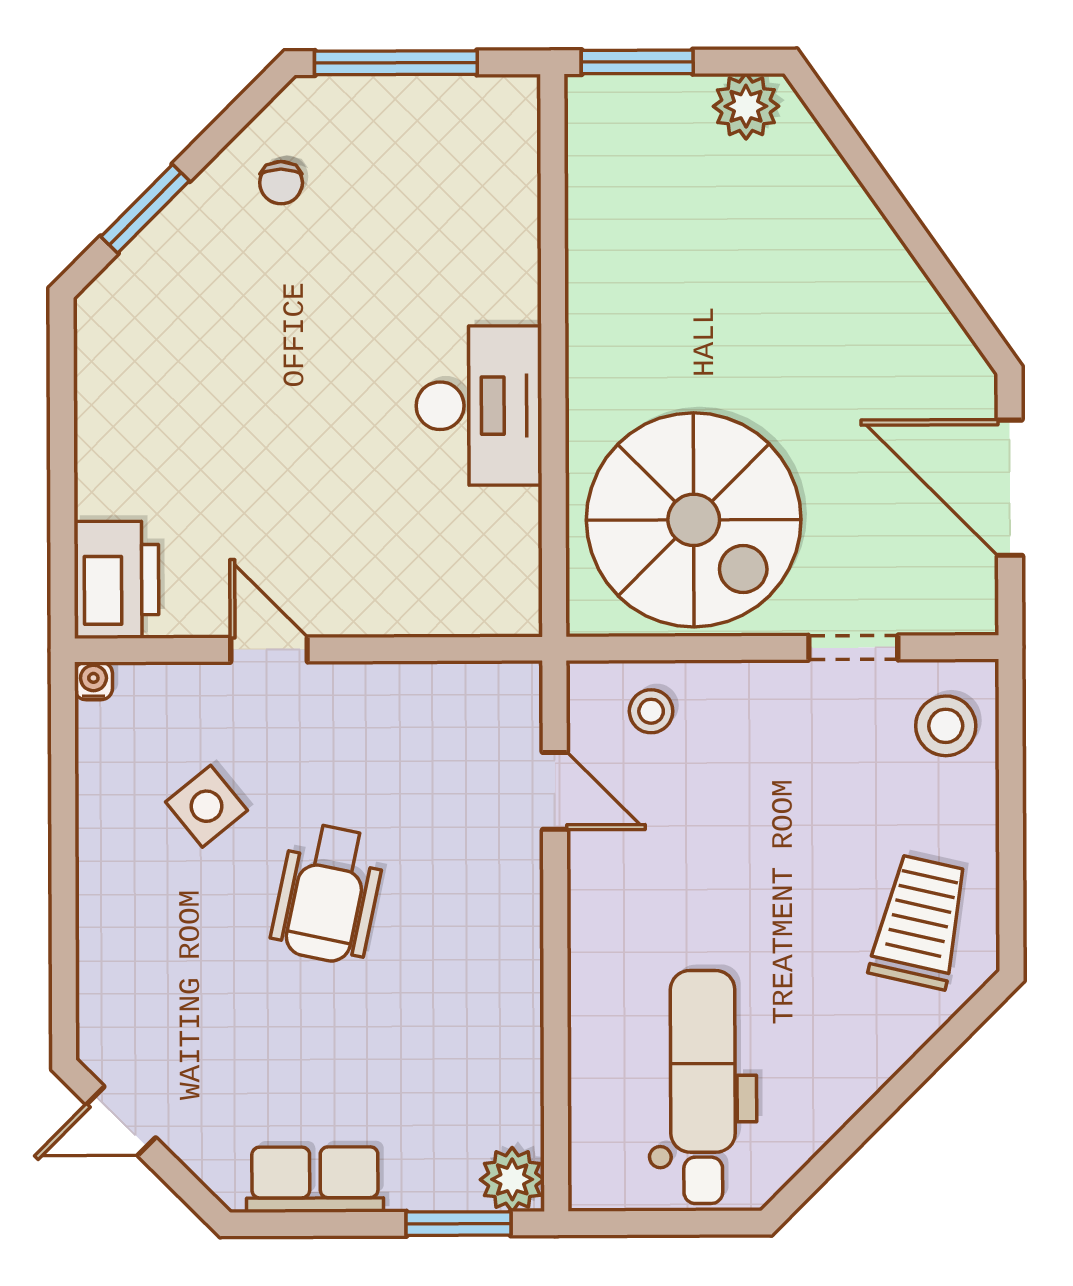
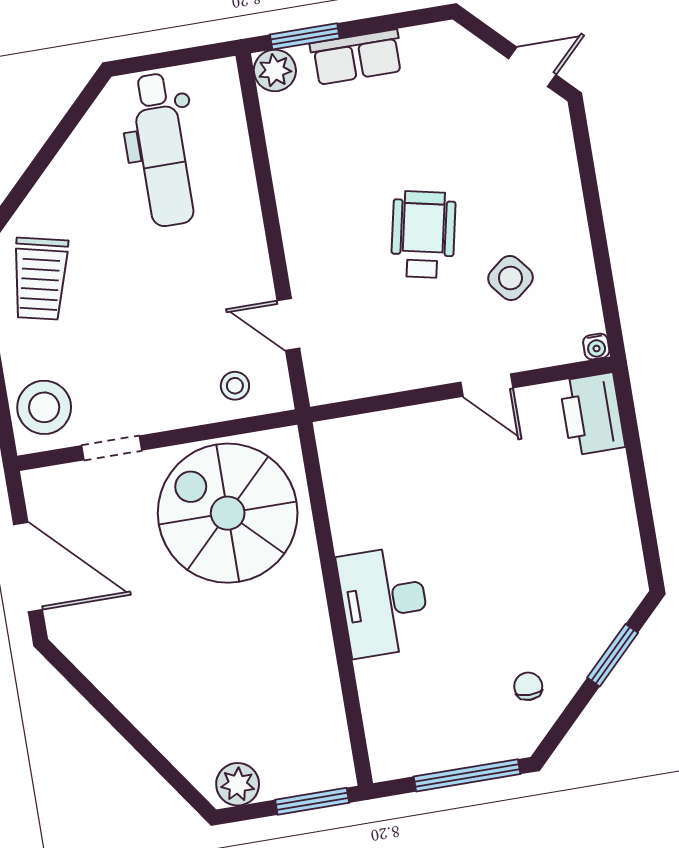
desk: (479, 406) -> (384, 602), moved
stool: (946, 726) -> (44, 407), width x1.38, depth x1.38
row of seats: (315, 1180) -> (357, 57), moved

